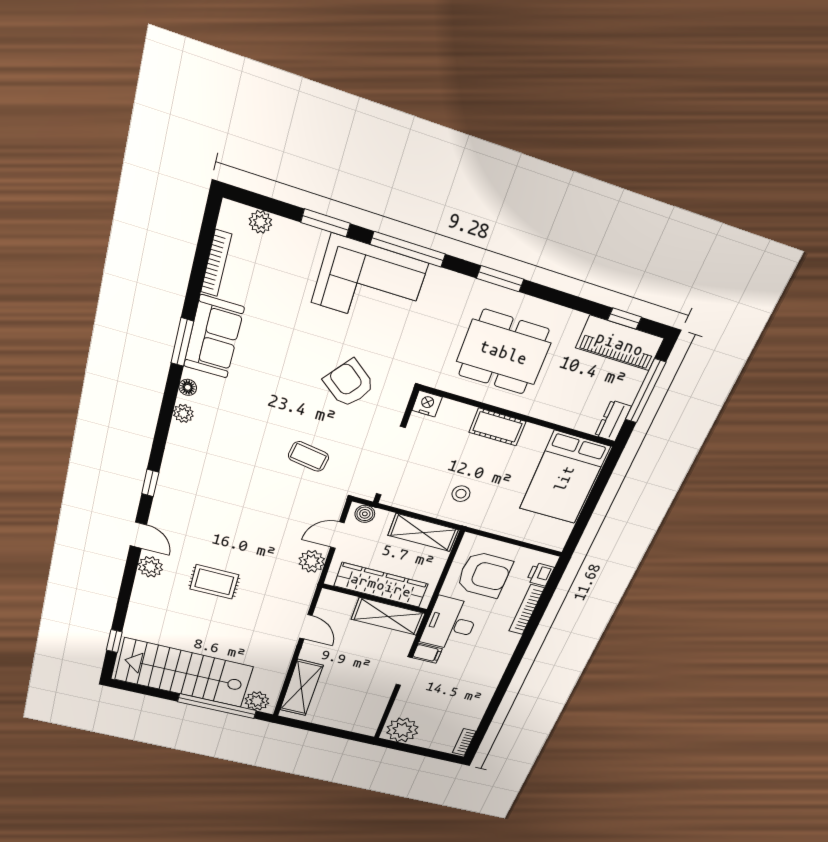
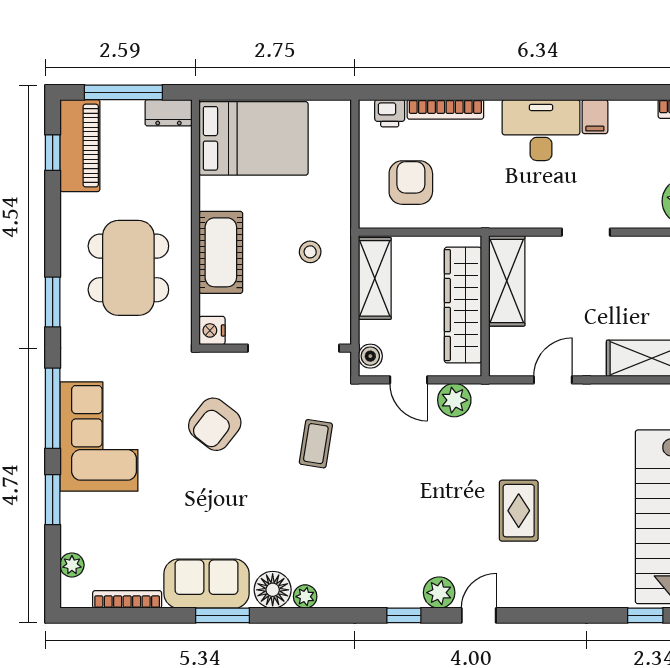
floor lamp: (188, 387) -> (273, 590), width x1.89, depth x1.89
cot: (497, 427) -> (221, 252), width x1.37, depth x1.34
plant: (150, 567) -> (439, 593), moved
armchair: (484, 575) -> (411, 183), width x0.73, depth x0.73
desk: (450, 624) -> (541, 130), moved, turned 180
filing cabinet: (427, 653) -> (595, 117), moved, turned 180

